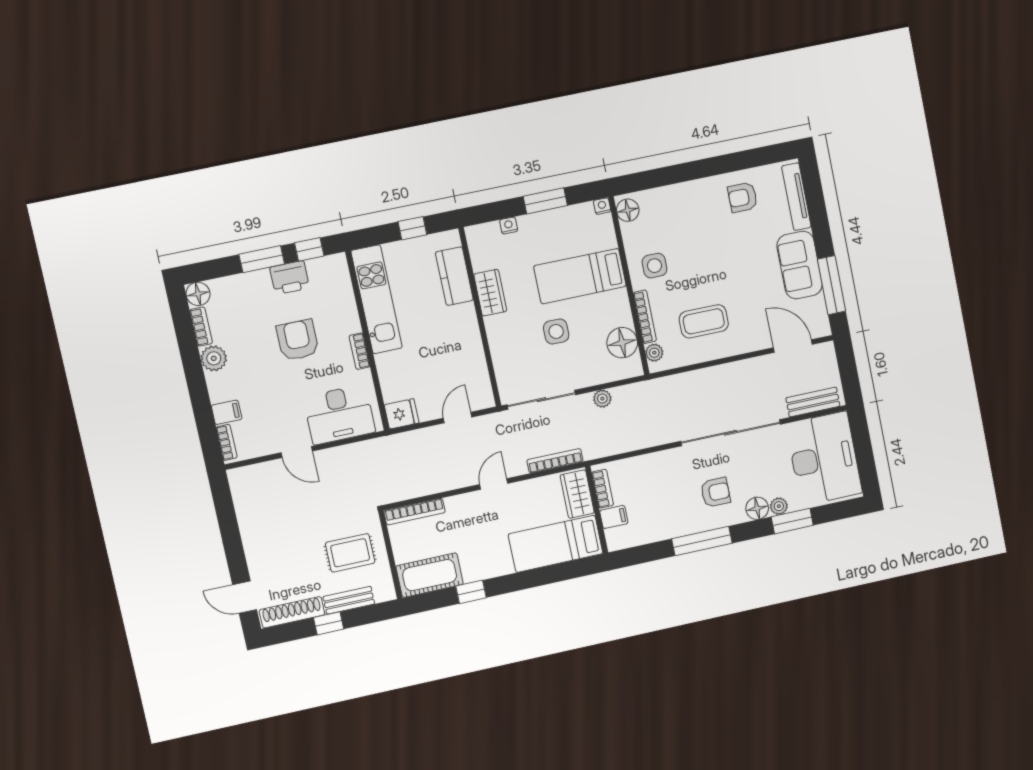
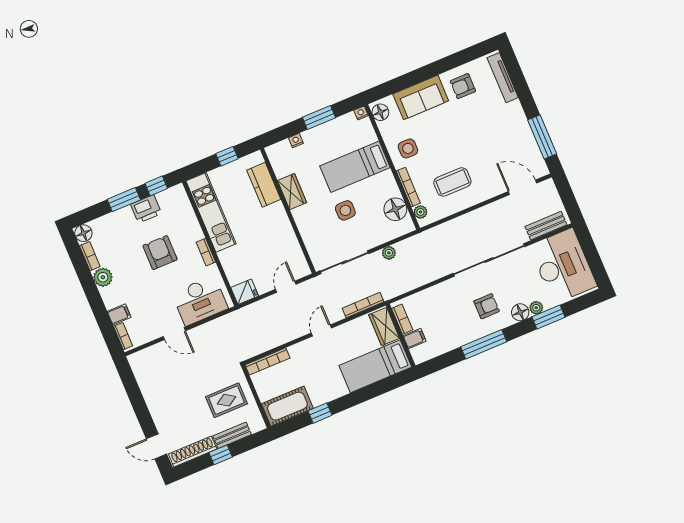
sofa: (800, 265) -> (421, 97), moved, turned -90

